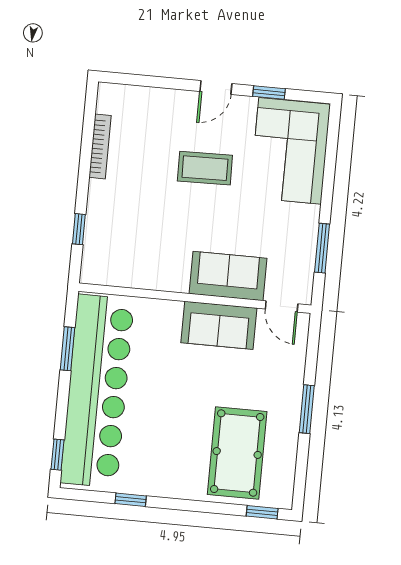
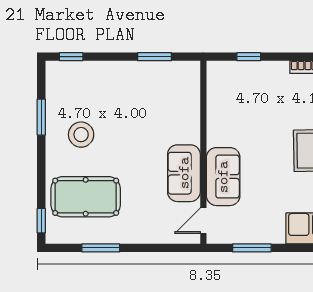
bar counter: (97, 391) -> (124, 83), removed
window: (307, 409) -> (101, 248), moved
stool: (158, 451) -> (81, 135), added
window: (131, 500) -> (41, 117), width x1.50

